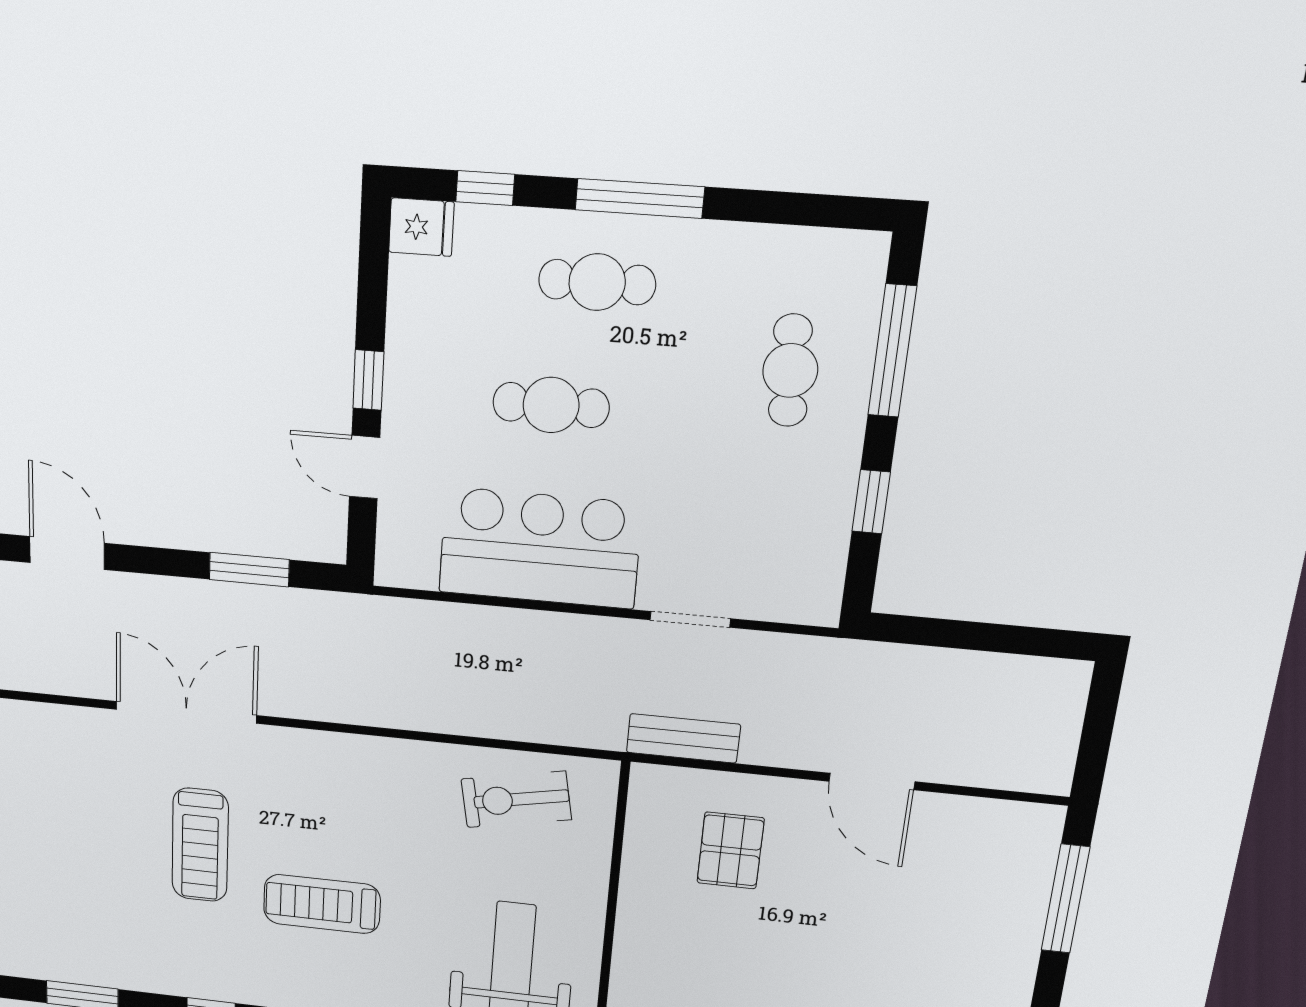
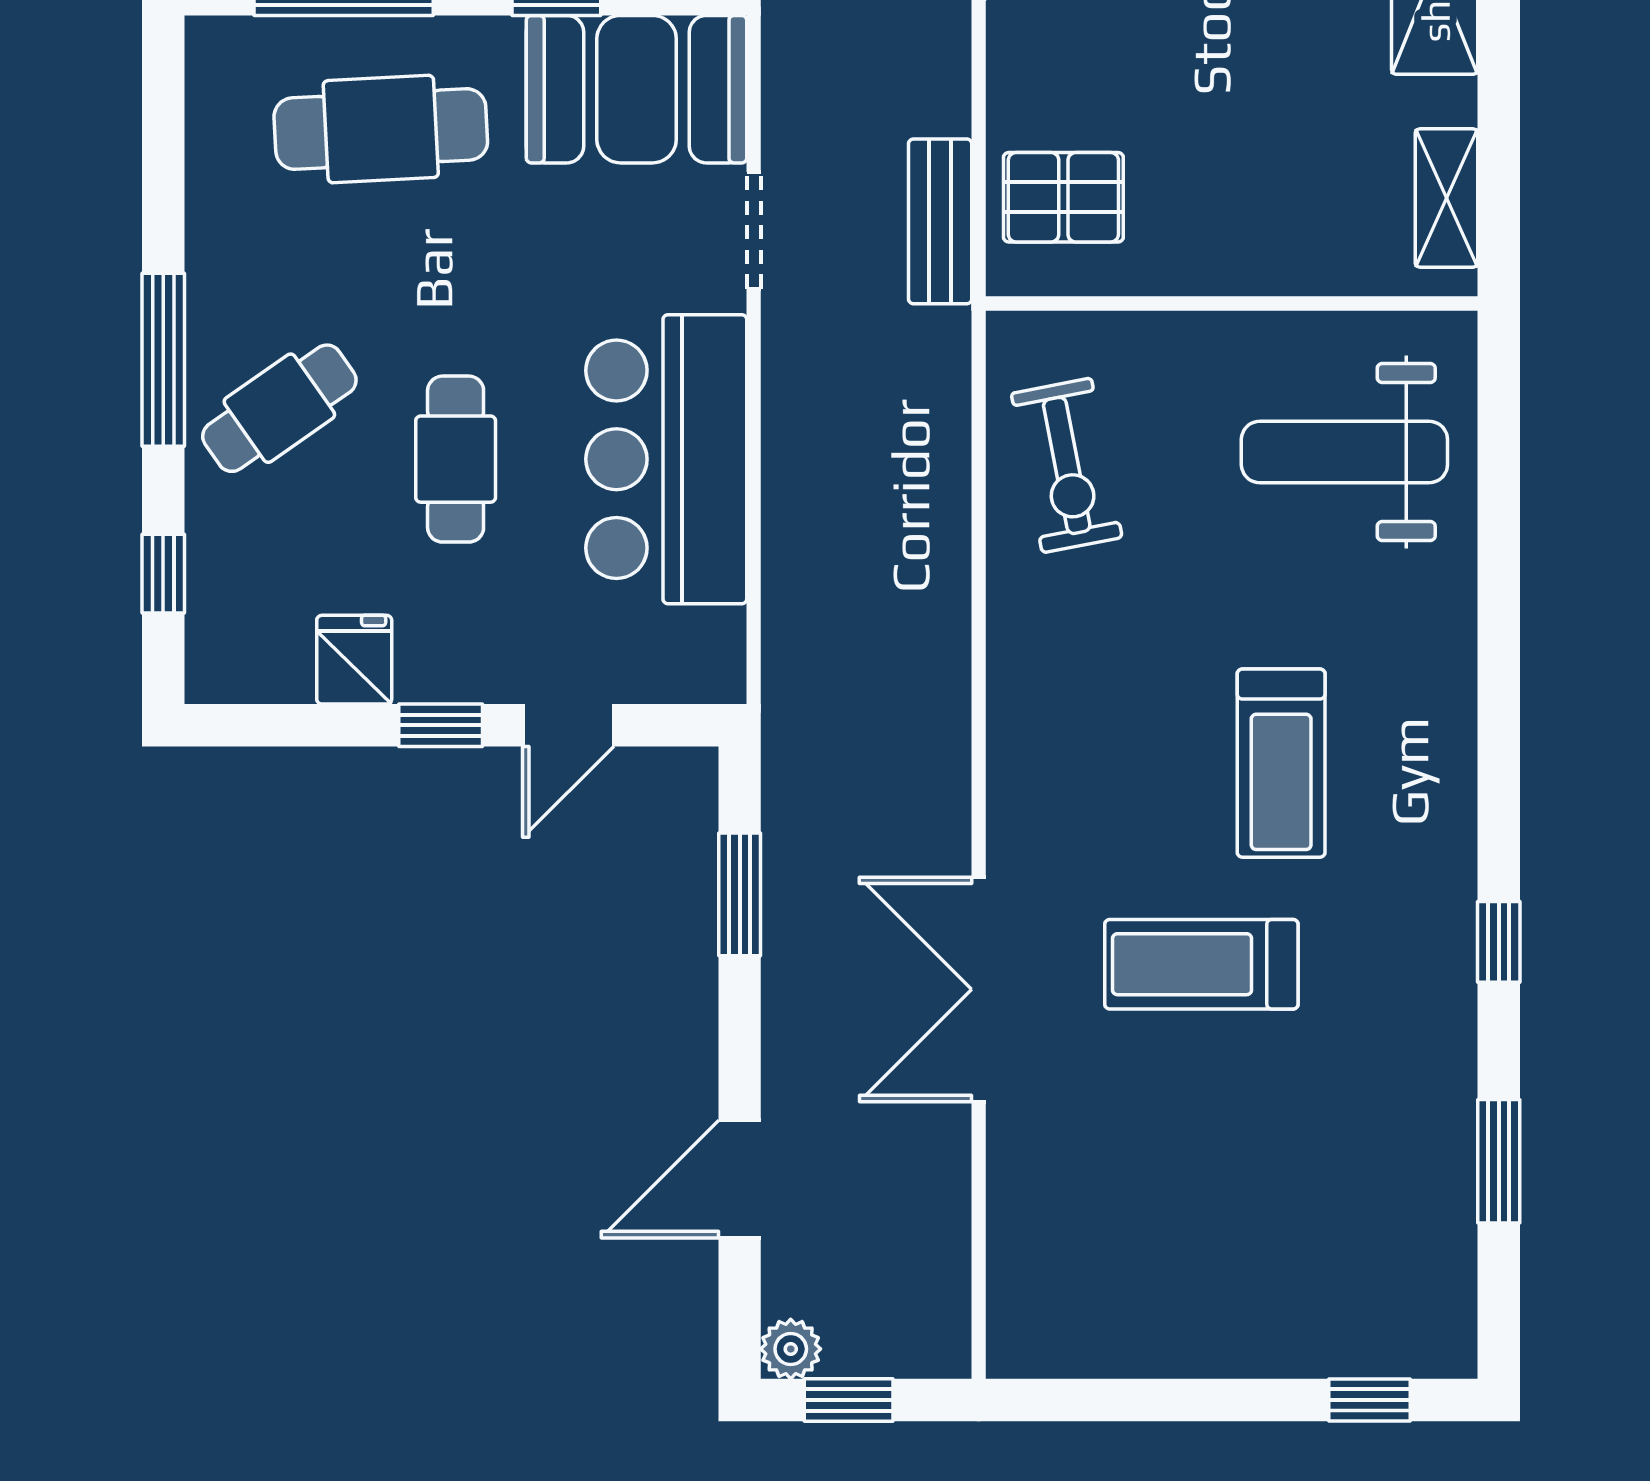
fridge: (421, 227) -> (354, 660), moved
cafe table: (597, 282) -> (279, 408), turned 55
cafe table: (790, 370) -> (381, 129), width x1.37, depth x1.35
booth: (797, 551) -> (637, 89), added
treadmill: (200, 845) -> (1201, 964), turned 180
pallet: (731, 850) -> (1063, 197), moved

